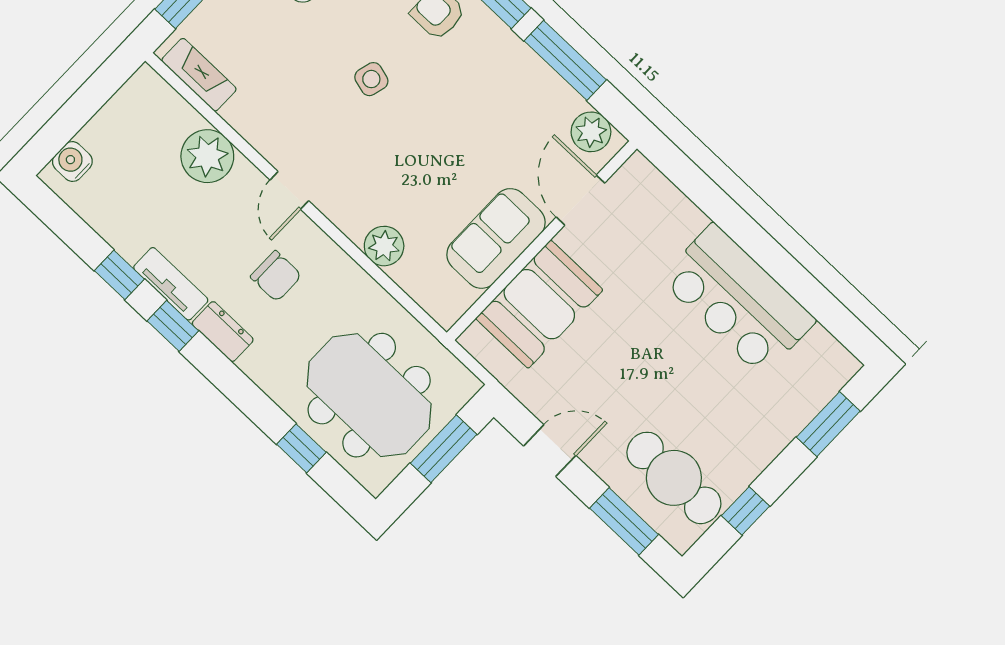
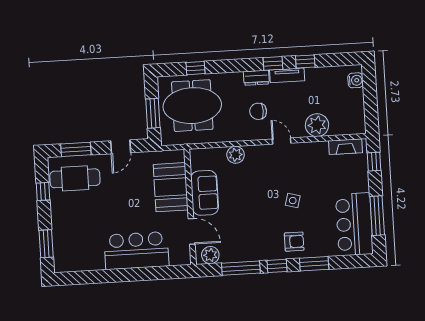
bar counter: (738, 300) -> (136, 251), moved

